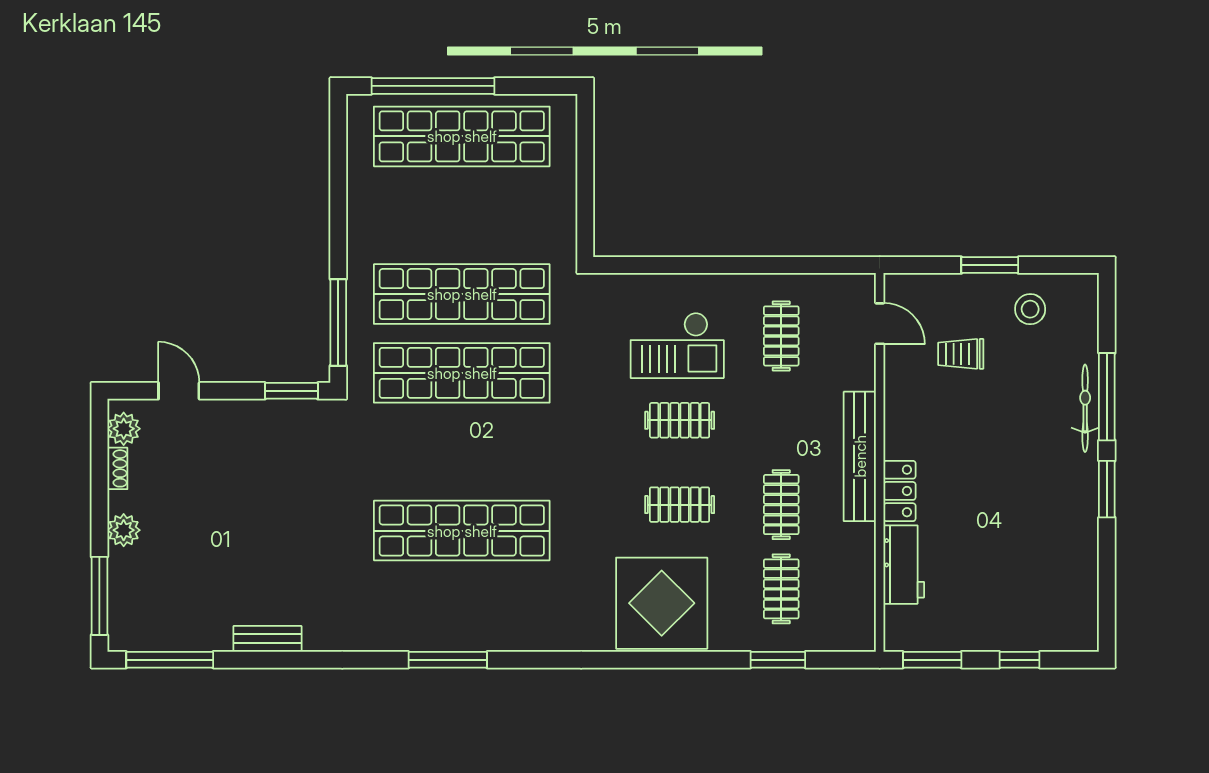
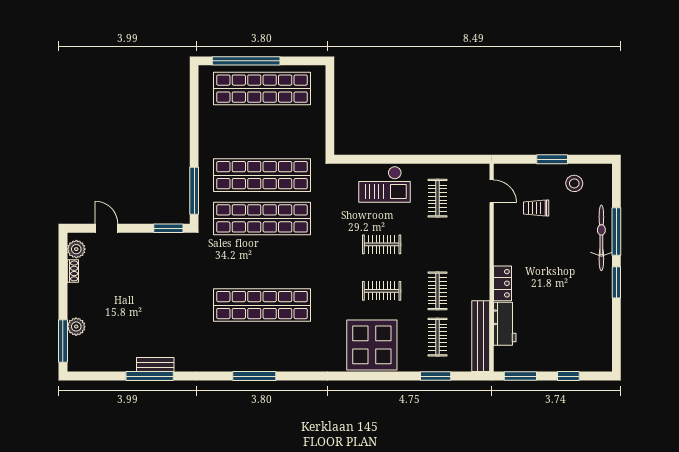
checkout: (677, 345) -> (384, 184), moved
bicycle: (1085, 408) -> (601, 238), width x1.37, depth x1.40
bench: (860, 456) -> (481, 336), moved
plant: (124, 530) -> (76, 327), moved
window: (170, 660) -> (150, 376), moved

